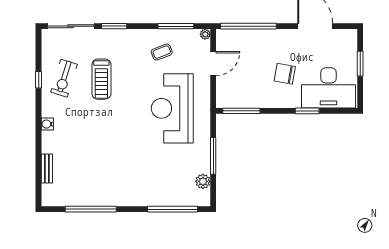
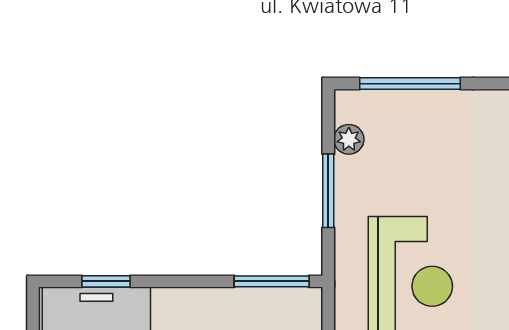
window: (307, 111) -> (106, 281), moved

